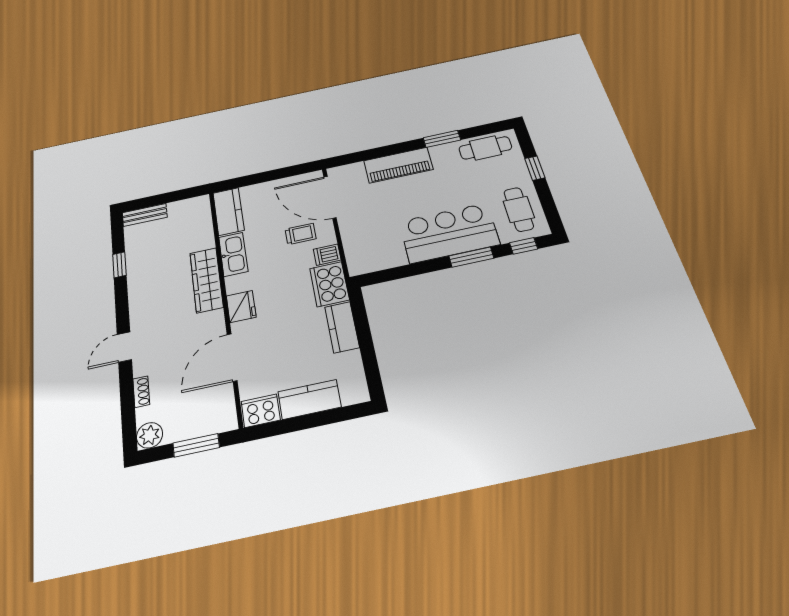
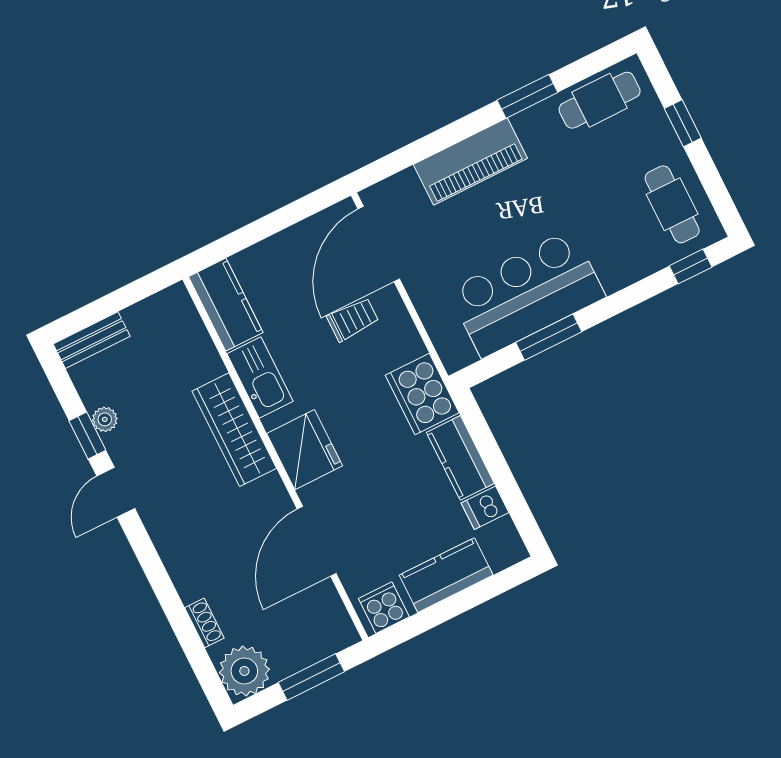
door: (330, 197) -> (379, 244), hinge flipped
bar counter: (449, 233) -> (527, 294), moved
dishwasher: (327, 255) -> (485, 508), moved
window: (471, 257) -> (549, 337), moved
plant: (133, 258) -> (105, 419), added
fridge: (241, 306) -> (305, 450), width x1.36, depth x1.34
door: (124, 347) -> (116, 492), moved
cooker: (261, 411) -> (384, 608), width x0.73
plant: (150, 435) -> (244, 671), width x1.36, depth x1.36

